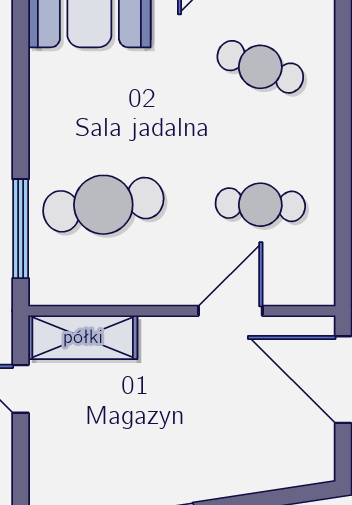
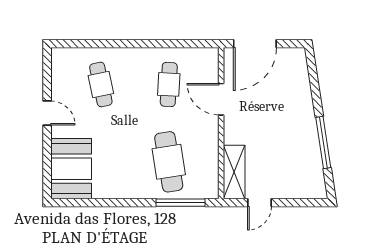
cafe table: (260, 67) -> (101, 84), turned -33

